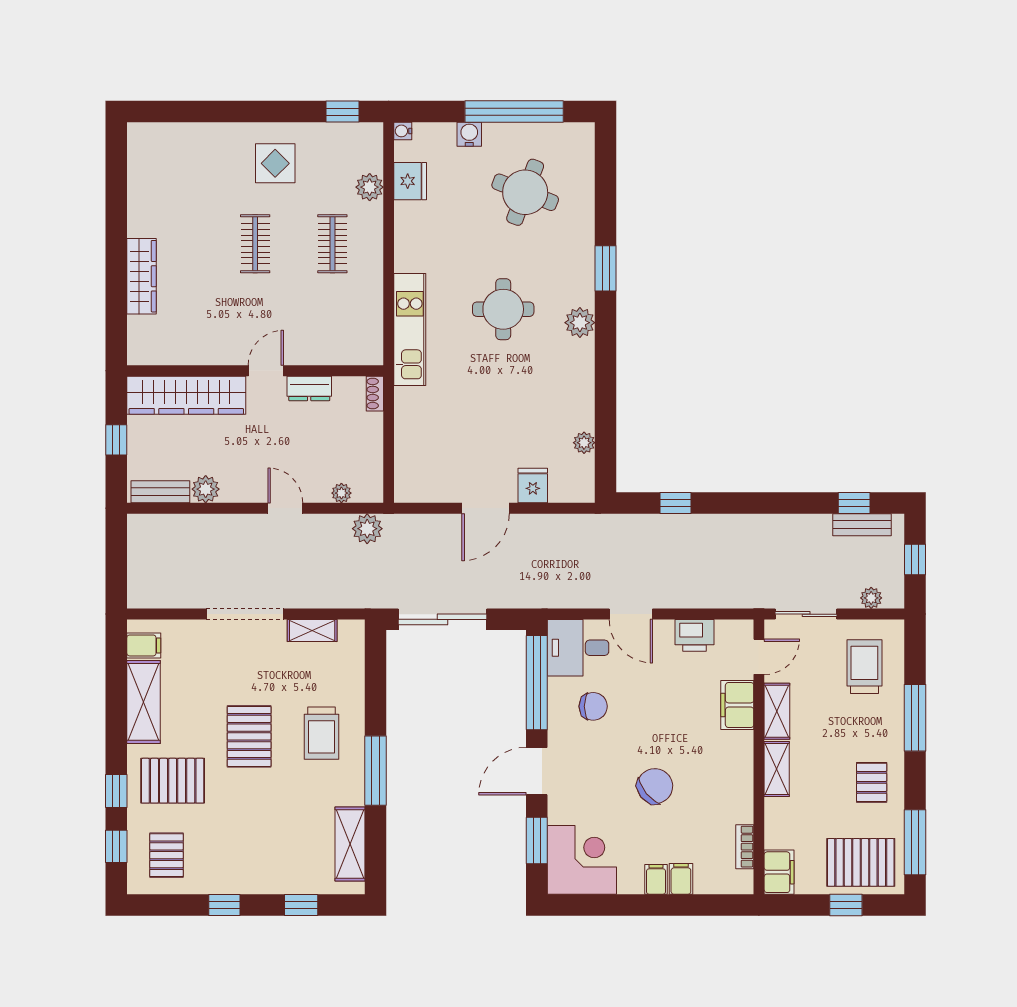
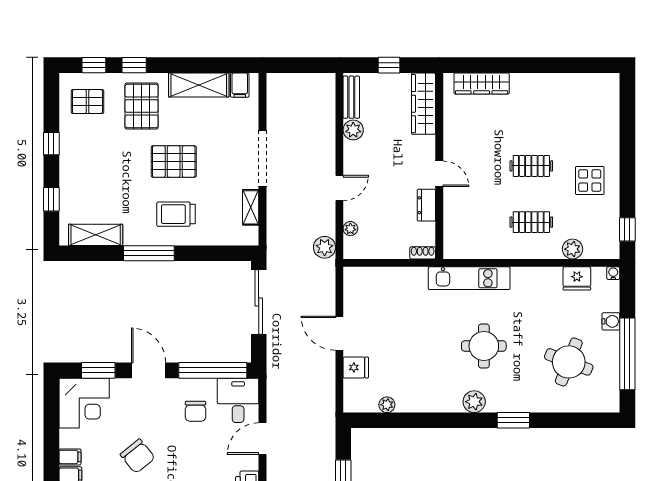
wardrobe: (142, 276) -> (482, 83), moved
wardrobe: (186, 395) -> (423, 104), width x0.71, depth x0.85

